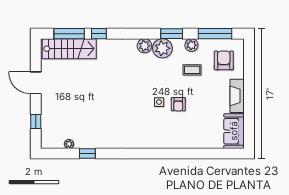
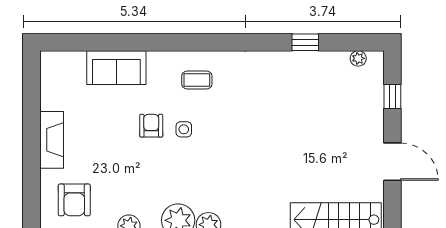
coffee table: (192, 70) -> (197, 80), moved
sofa: (234, 131) -> (116, 68), moved, turned 90
plant: (69, 144) -> (358, 58), moved

